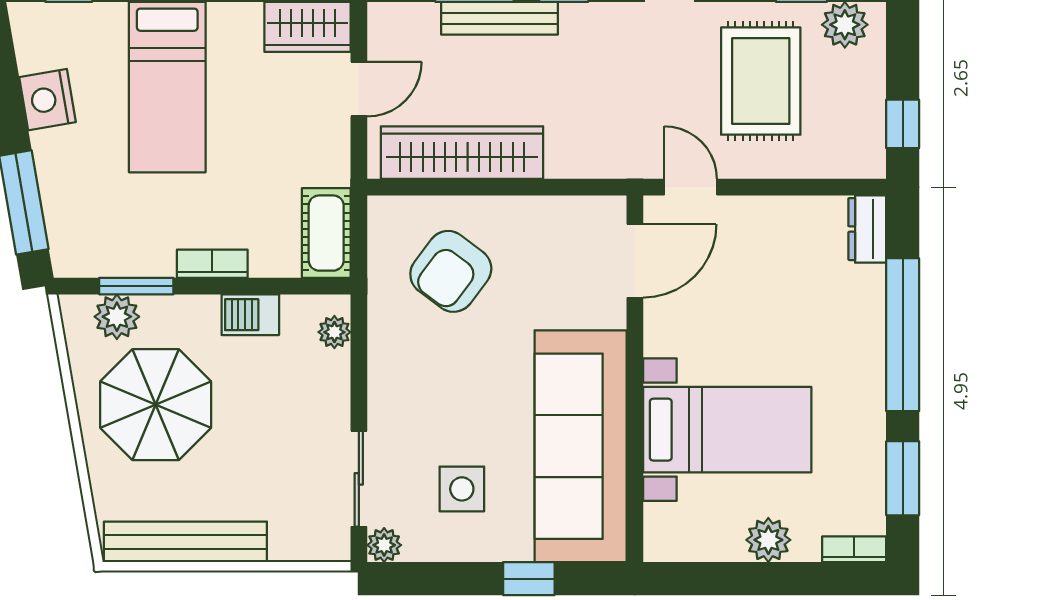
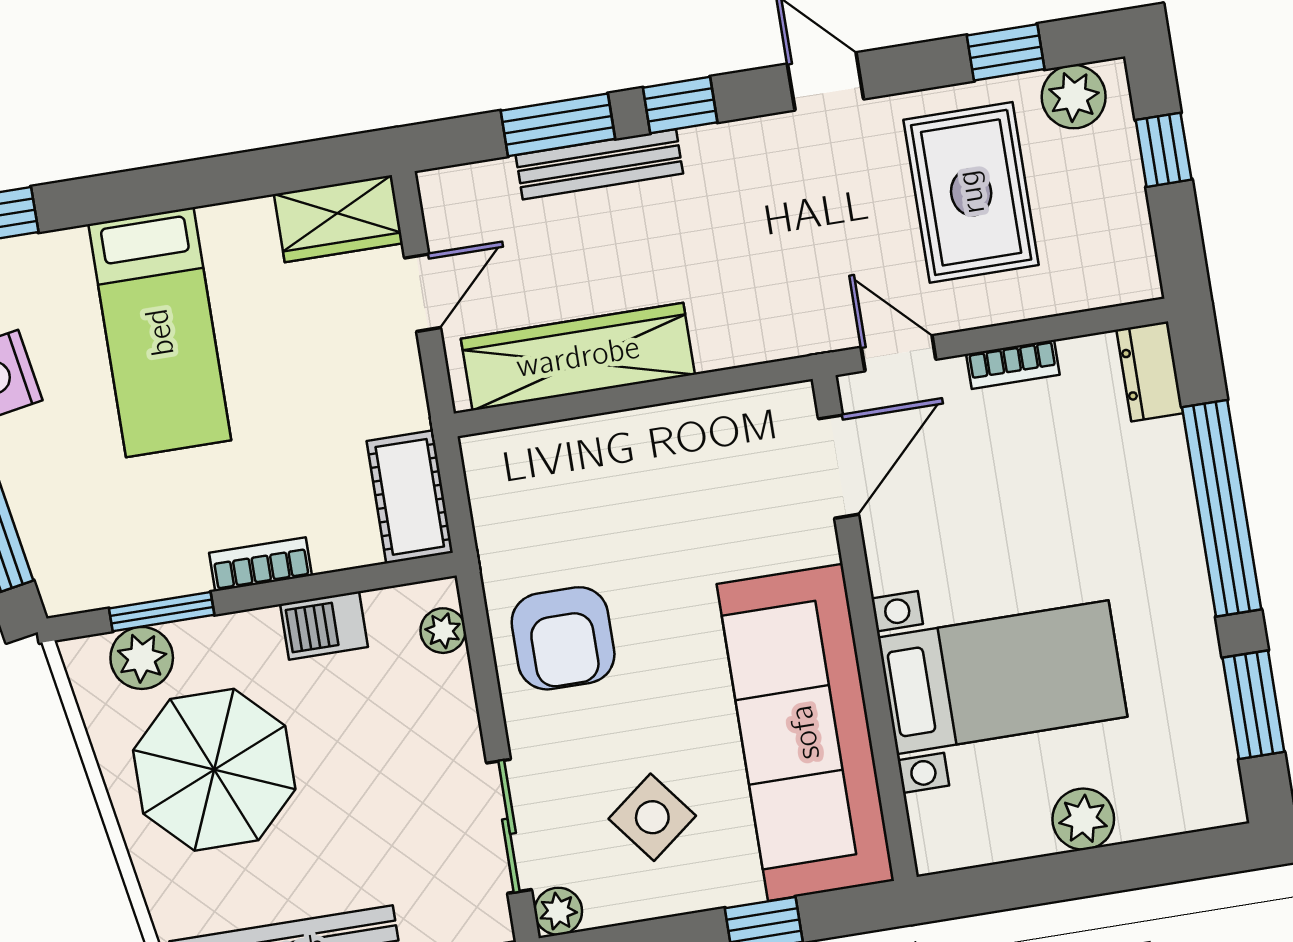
window: (903, 124) -> (1164, 150), moved
armchair: (451, 271) -> (563, 638), moved, turned -37
side table: (462, 489) -> (652, 817), turned -38
bookcase: (854, 549) -> (1013, 364), moved, turned 180

